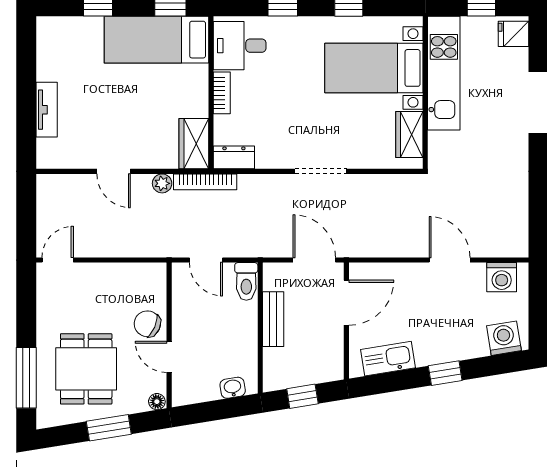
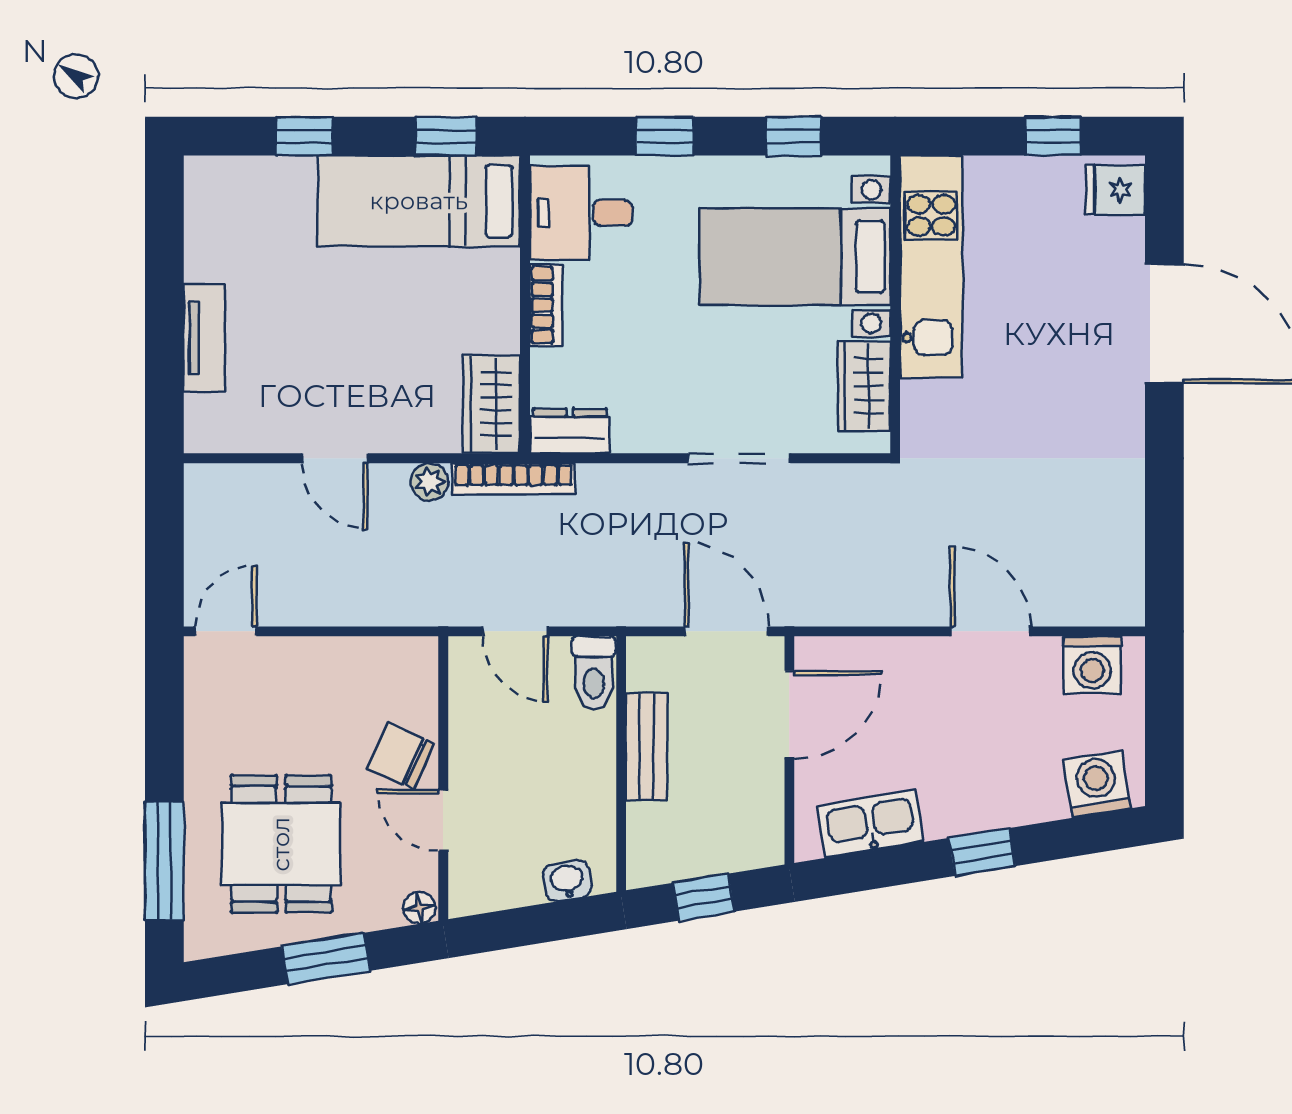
bed with nightstands: (374, 68) -> (795, 256), moved
kitchen unit: (444, 73) -> (931, 267), moved
wall: (425, 93) -> (895, 304), moved
wardrobe: (409, 134) -> (864, 386), moved

